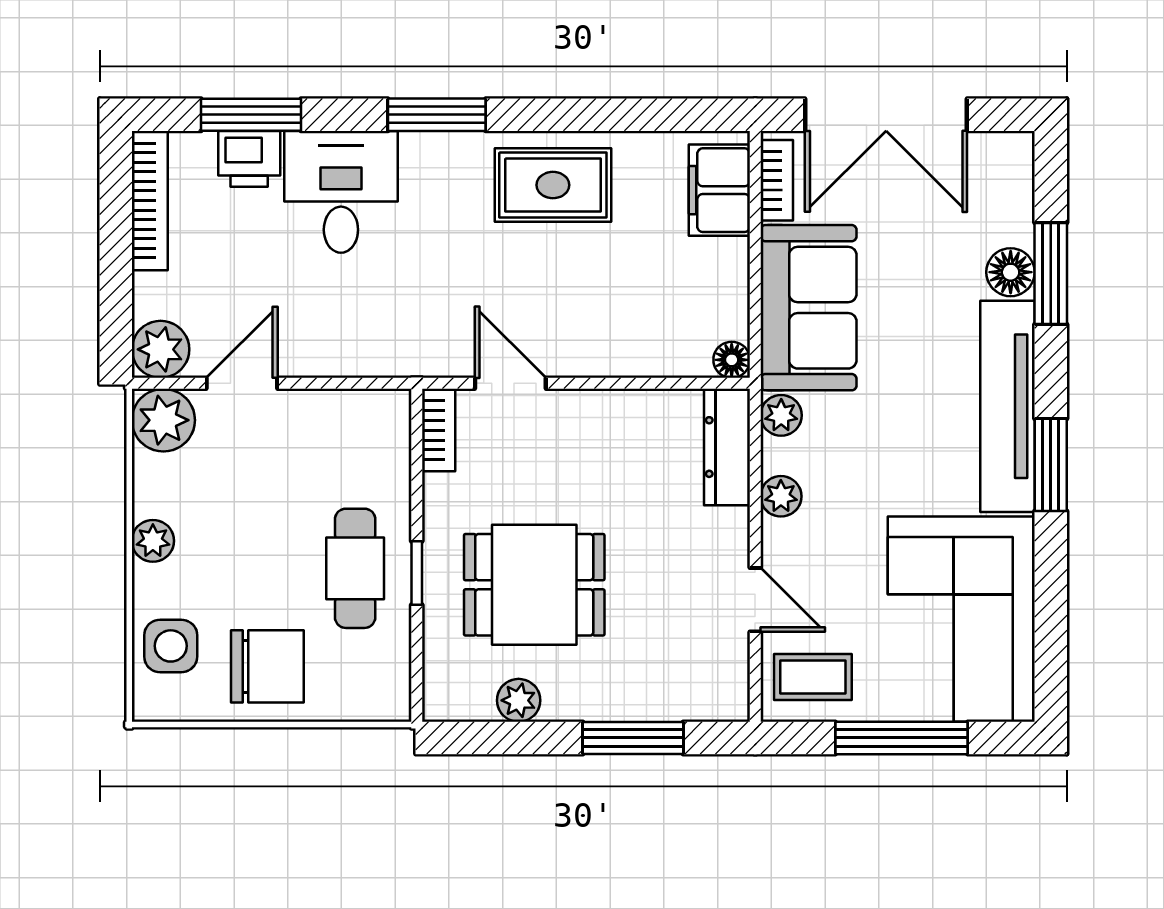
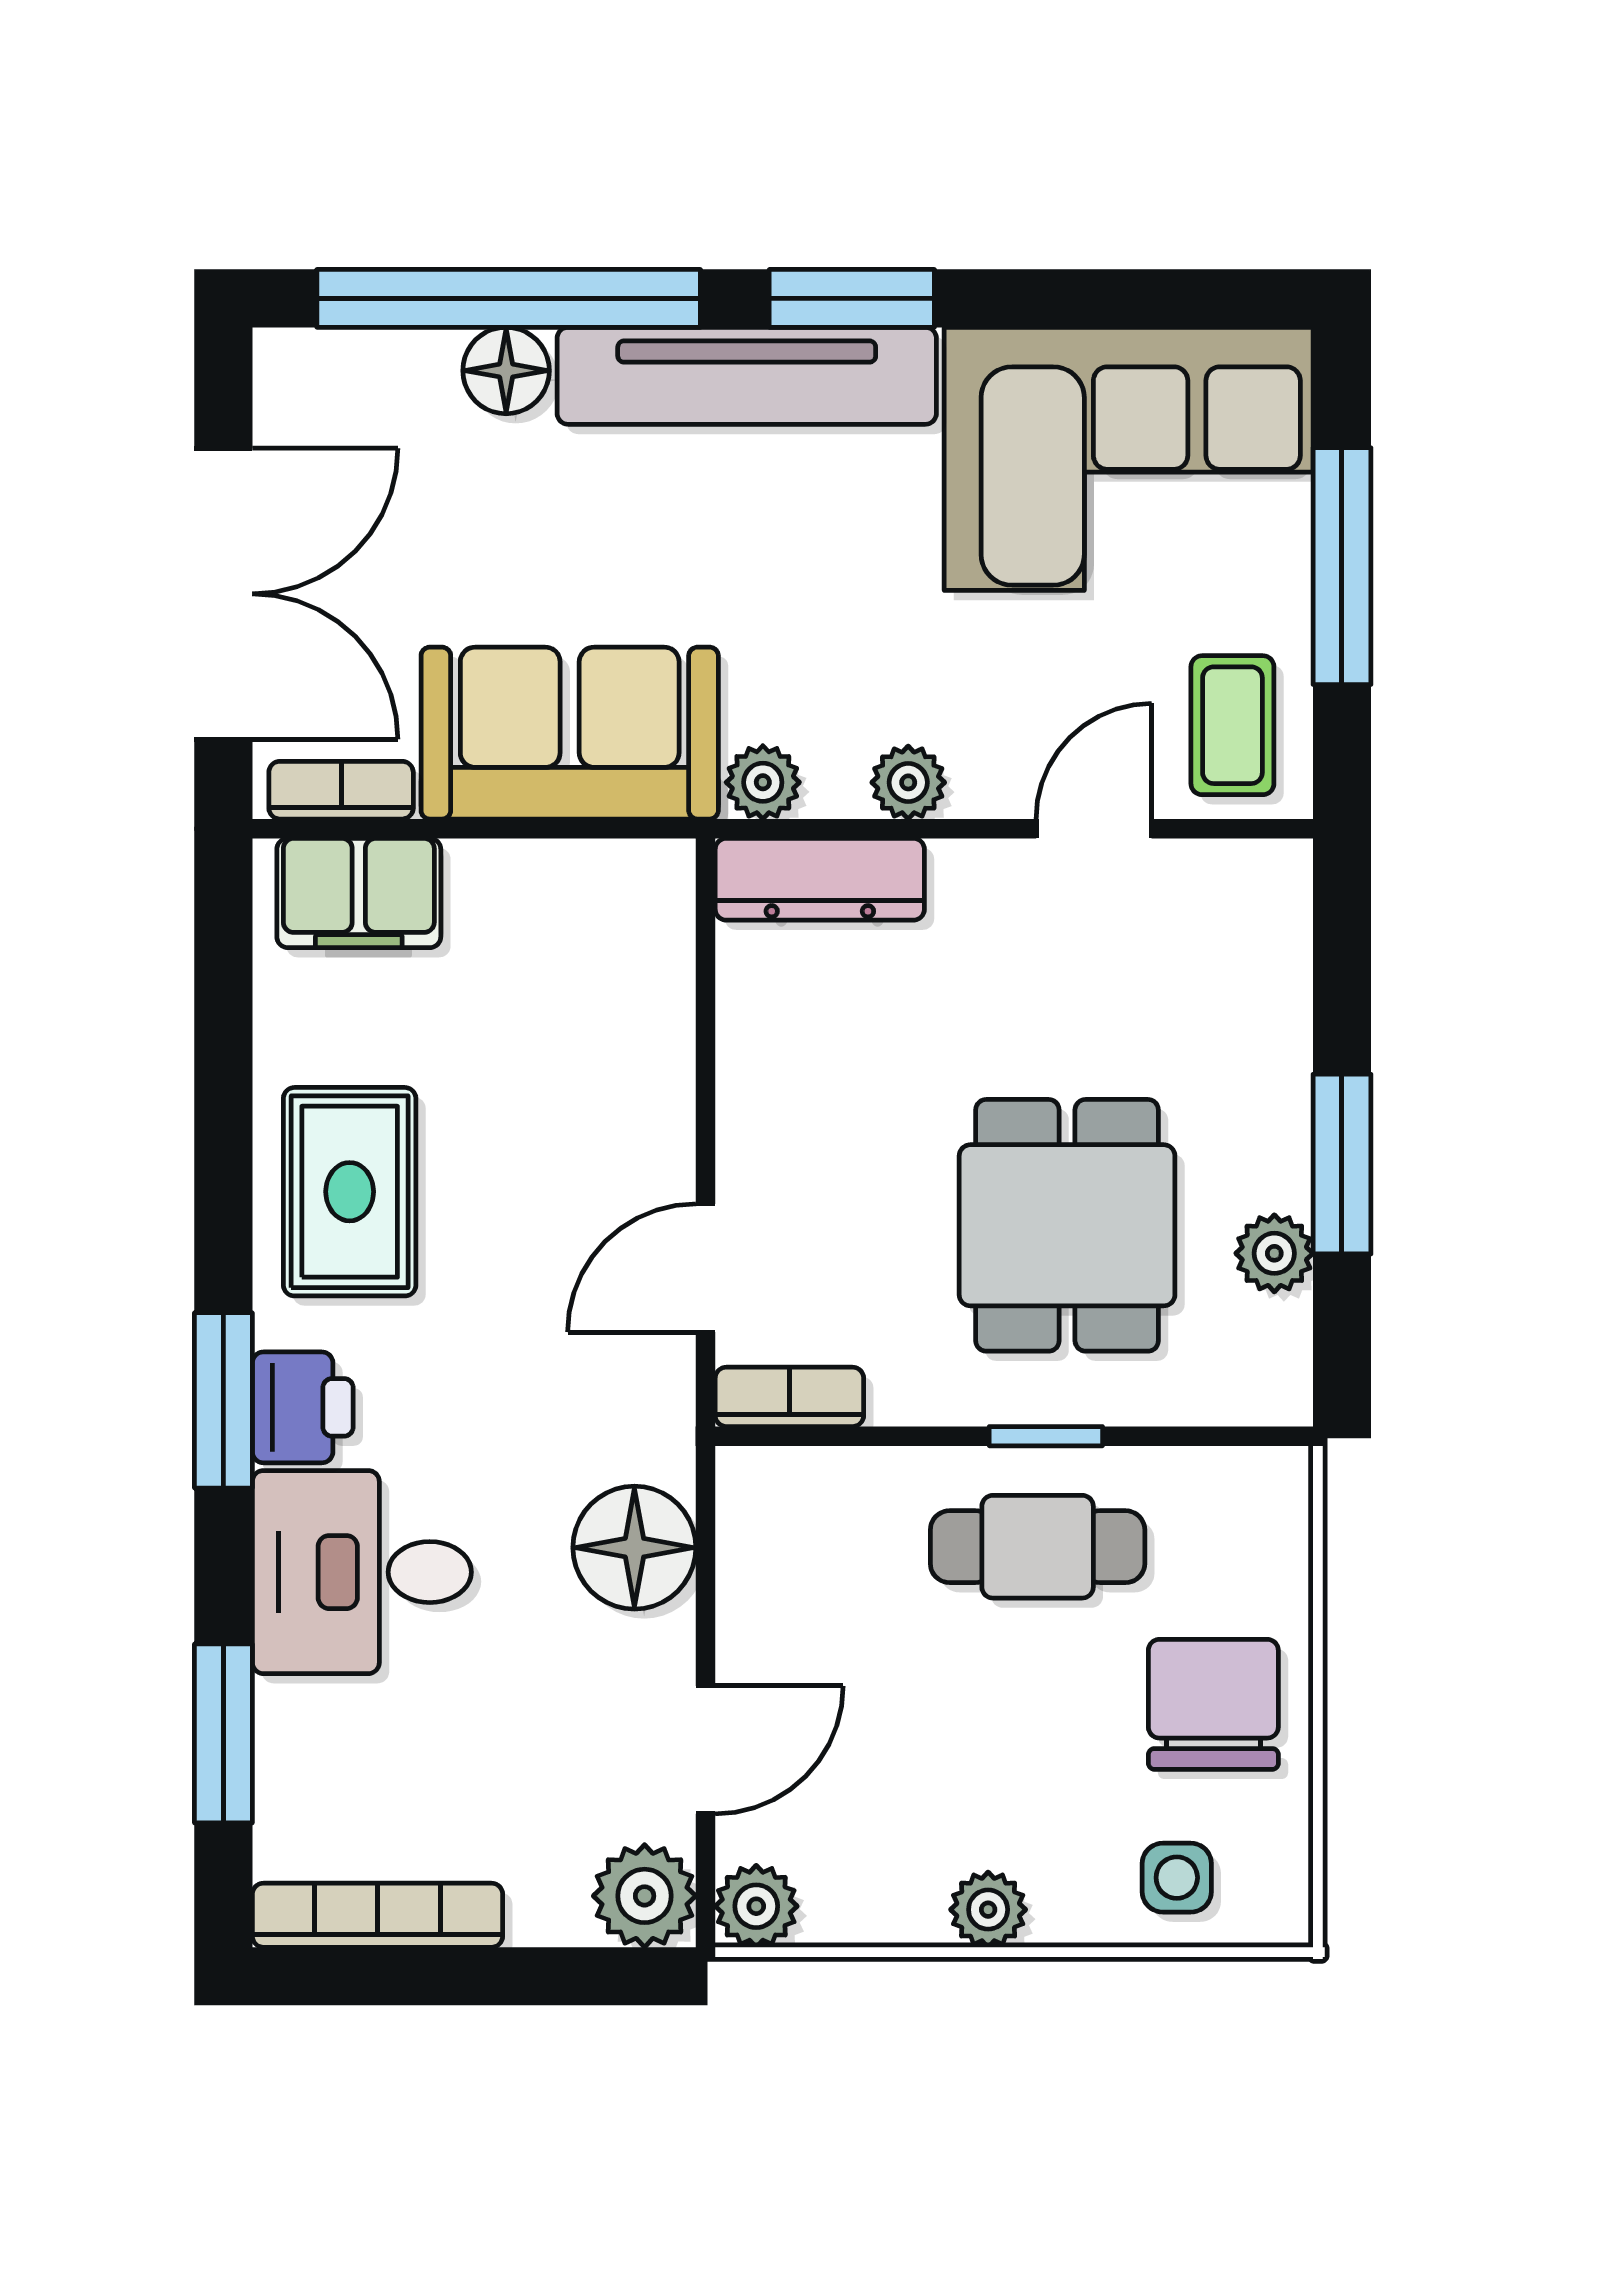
printer: (249, 159) -> (303, 1407), moved
window: (1051, 274) -> (509, 298), width x2.11
floor lamp: (732, 360) -> (634, 1548), moved, width x1.89, depth x1.89
door: (242, 383) -> (706, 1750), swing flipped
plant: (163, 420) -> (756, 1906), width x0.73, depth x0.73
side table: (171, 646) -> (1177, 1878), width x0.73, depth x0.73
window: (633, 738) -> (1342, 1164), moved

